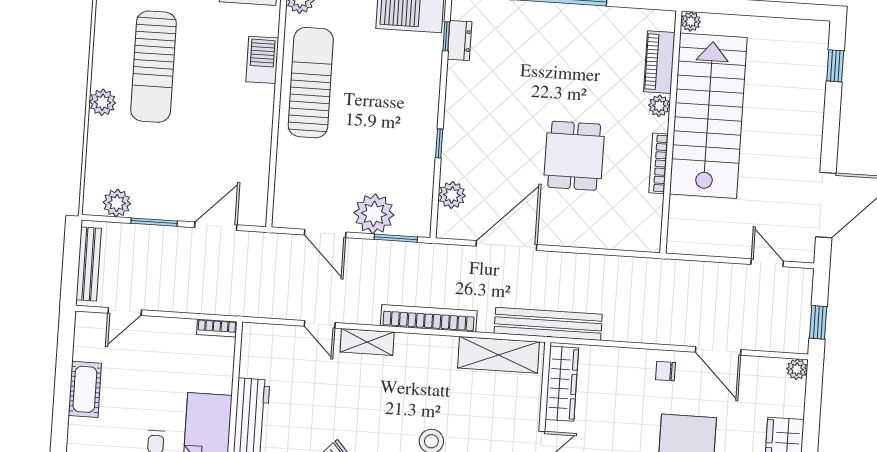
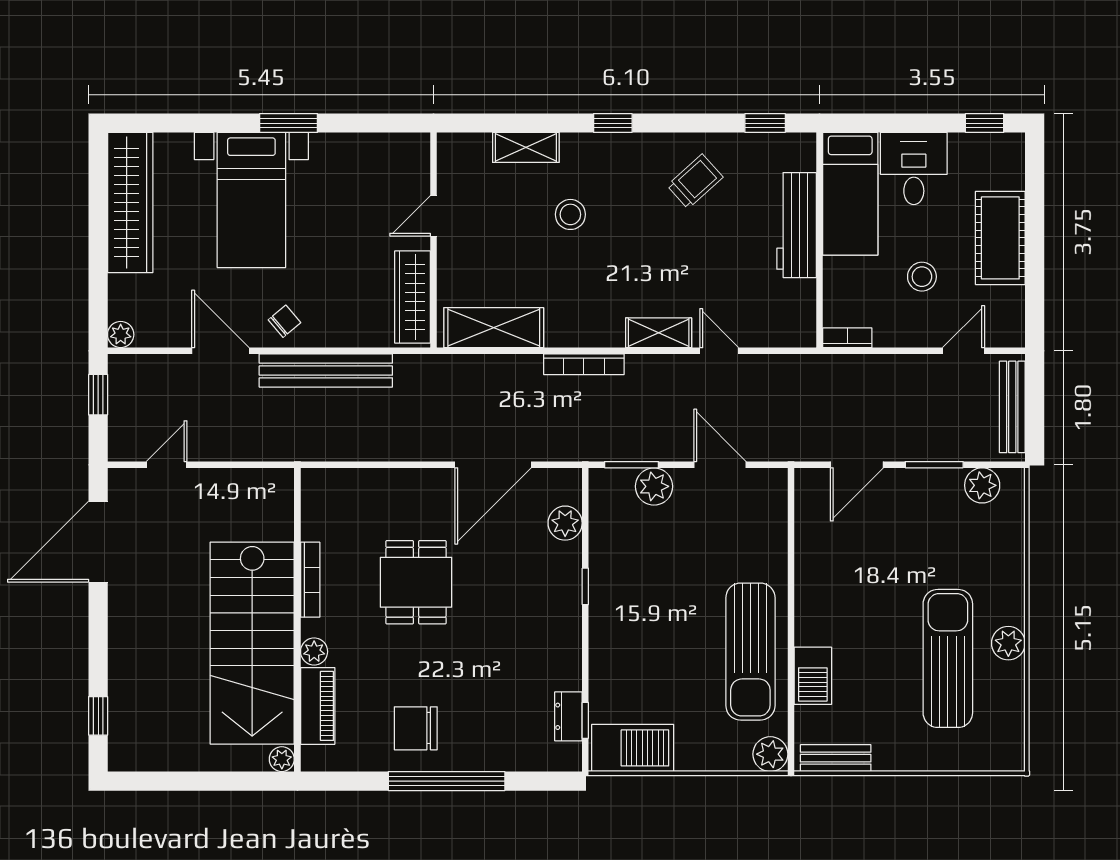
chair: (582, 39) -> (416, 728), added
plant: (103, 102) -> (1008, 643), moved
plant: (374, 214) -> (654, 486), width x0.73, depth x0.73
door: (767, 263) -> (167, 465), swing flipped
bookcase: (429, 318) -> (584, 364), width x0.68, depth x0.76
bench: (548, 324) -> (326, 371), moved
chair: (665, 371) -> (284, 321), turned -40
stool: (154, 373) -> (922, 277), added
cot: (85, 389) -> (1000, 238), width x1.37, depth x1.34

